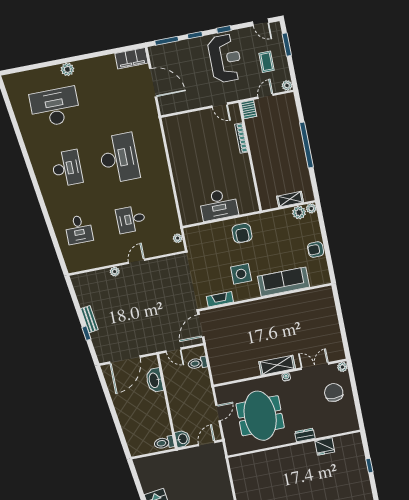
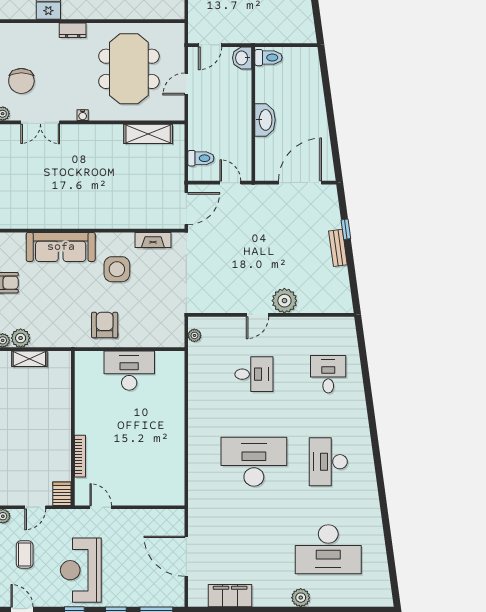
filing cabinet: (131, 58) -> (230, 596), moved
desk: (119, 158) -> (254, 462), turned 90
plant: (115, 272) -> (284, 301), width x1.88, depth x1.88
shelving: (277, 365) -> (148, 134), moved
washbasin: (154, 380) -> (265, 120), moved

